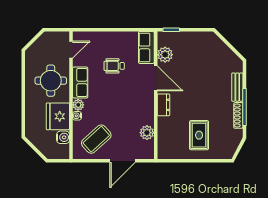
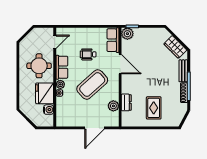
plant: (165, 55) -> (127, 34), moved
wardrobe: (227, 56) -> (175, 47), added
dresser: (163, 105) -> (126, 102), moved
coffee table: (96, 139) -> (92, 85), moved, width x1.36, depth x1.32

